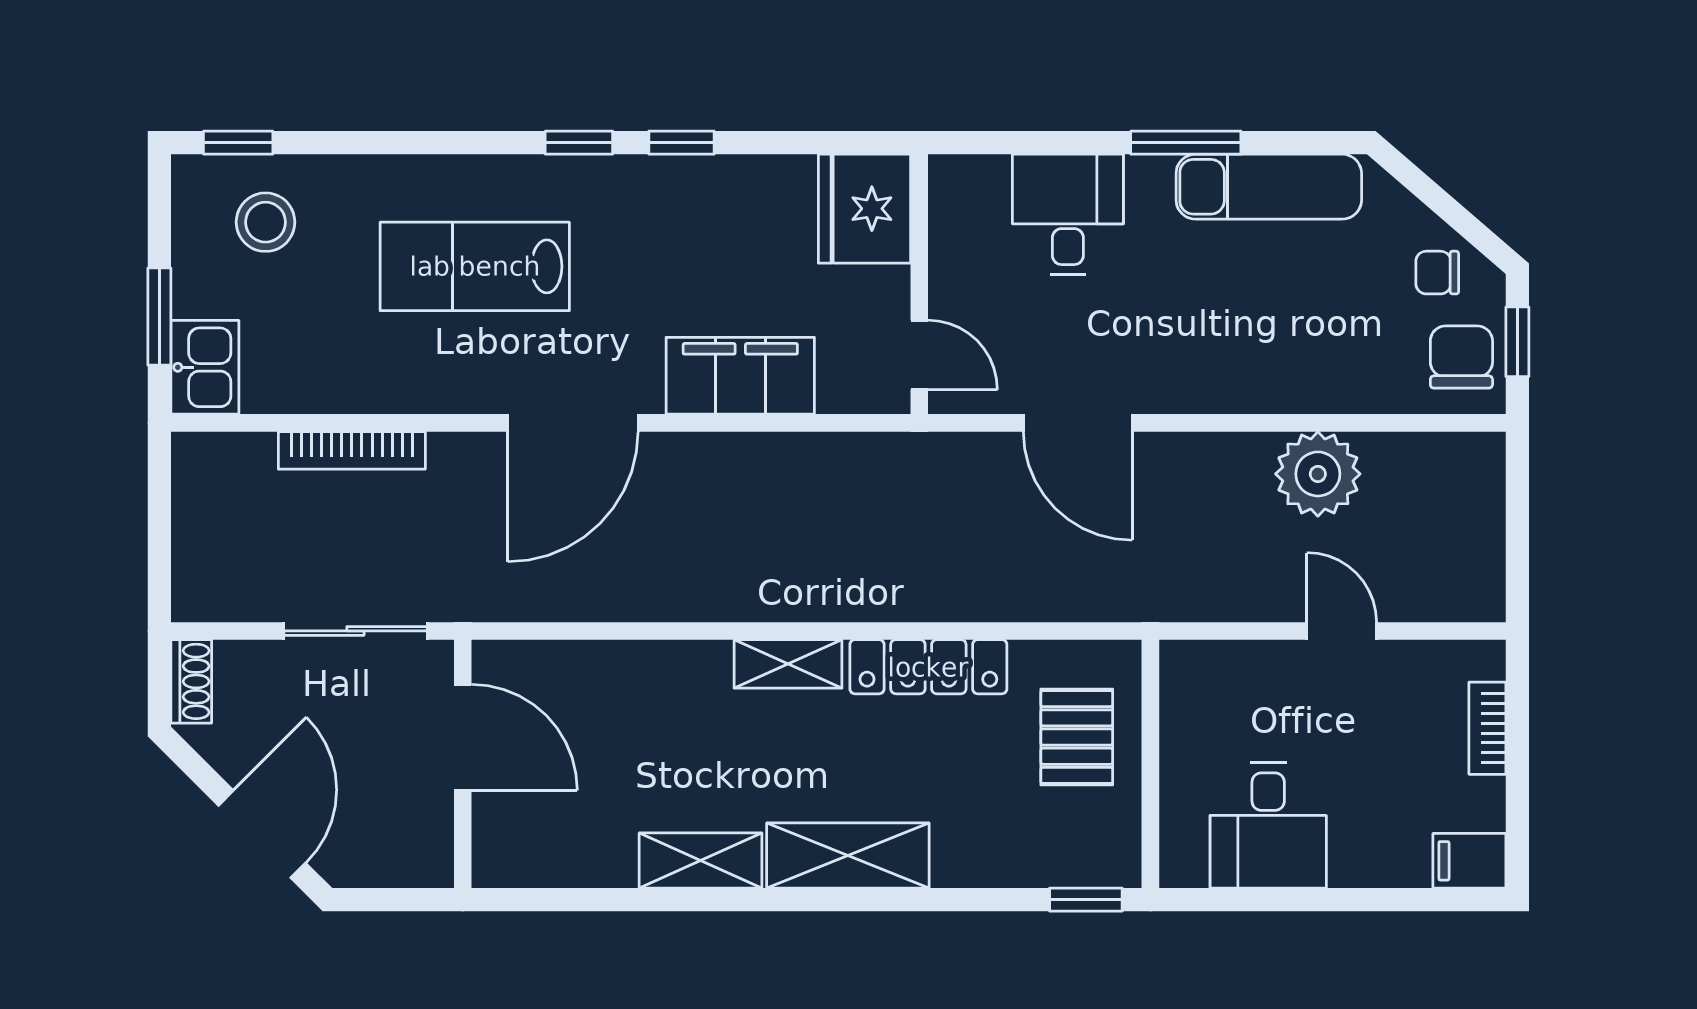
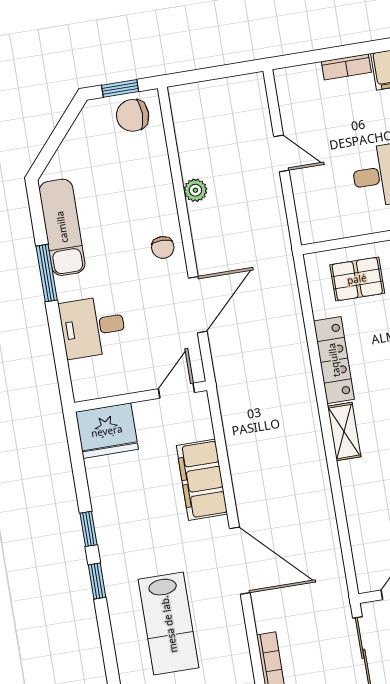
chair: (1437, 273) -> (163, 247), moved
plant: (1318, 474) -> (195, 190), width x0.53, depth x0.53
door: (1342, 631) -> (281, 153), swing flipped
bookcase: (1487, 728) -> (346, 67), moved

